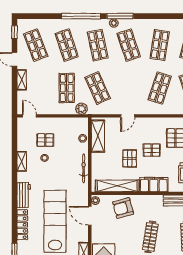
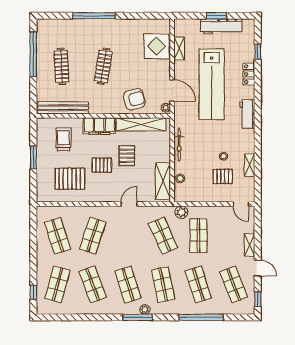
window: (81, 16) -> (201, 317), moved
shop shelf: (160, 45) -> (93, 284), turned -30
shelving: (22, 161) -> (250, 165), moved
locker: (22, 225) -> (249, 74), width x0.66

